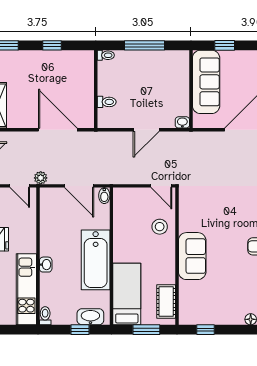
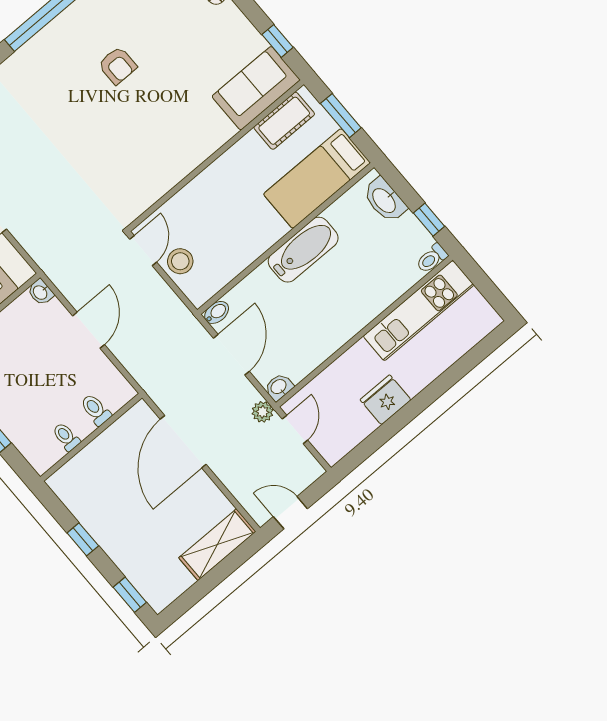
toilet: (106, 55) -> (66, 437), moved
door: (146, 130) -> (89, 330), hinge flipped
stool: (160, 227) -> (180, 261), moved
sofa: (192, 256) -> (256, 88), moved
bathtub: (96, 260) -> (303, 250), width x0.73, depth x0.73
washbasin: (46, 265) -> (279, 387), moved
window: (80, 330) -> (429, 220), moved

